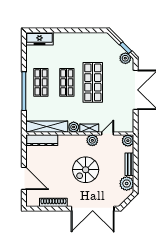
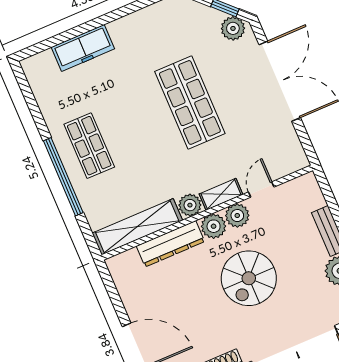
freezer: (39, 39) -> (83, 48), moved
shop shelf: (67, 82) -> (140, 124), removed
dresser: (42, 140) -> (170, 244), moved
plant: (128, 141) -> (214, 226), moved

